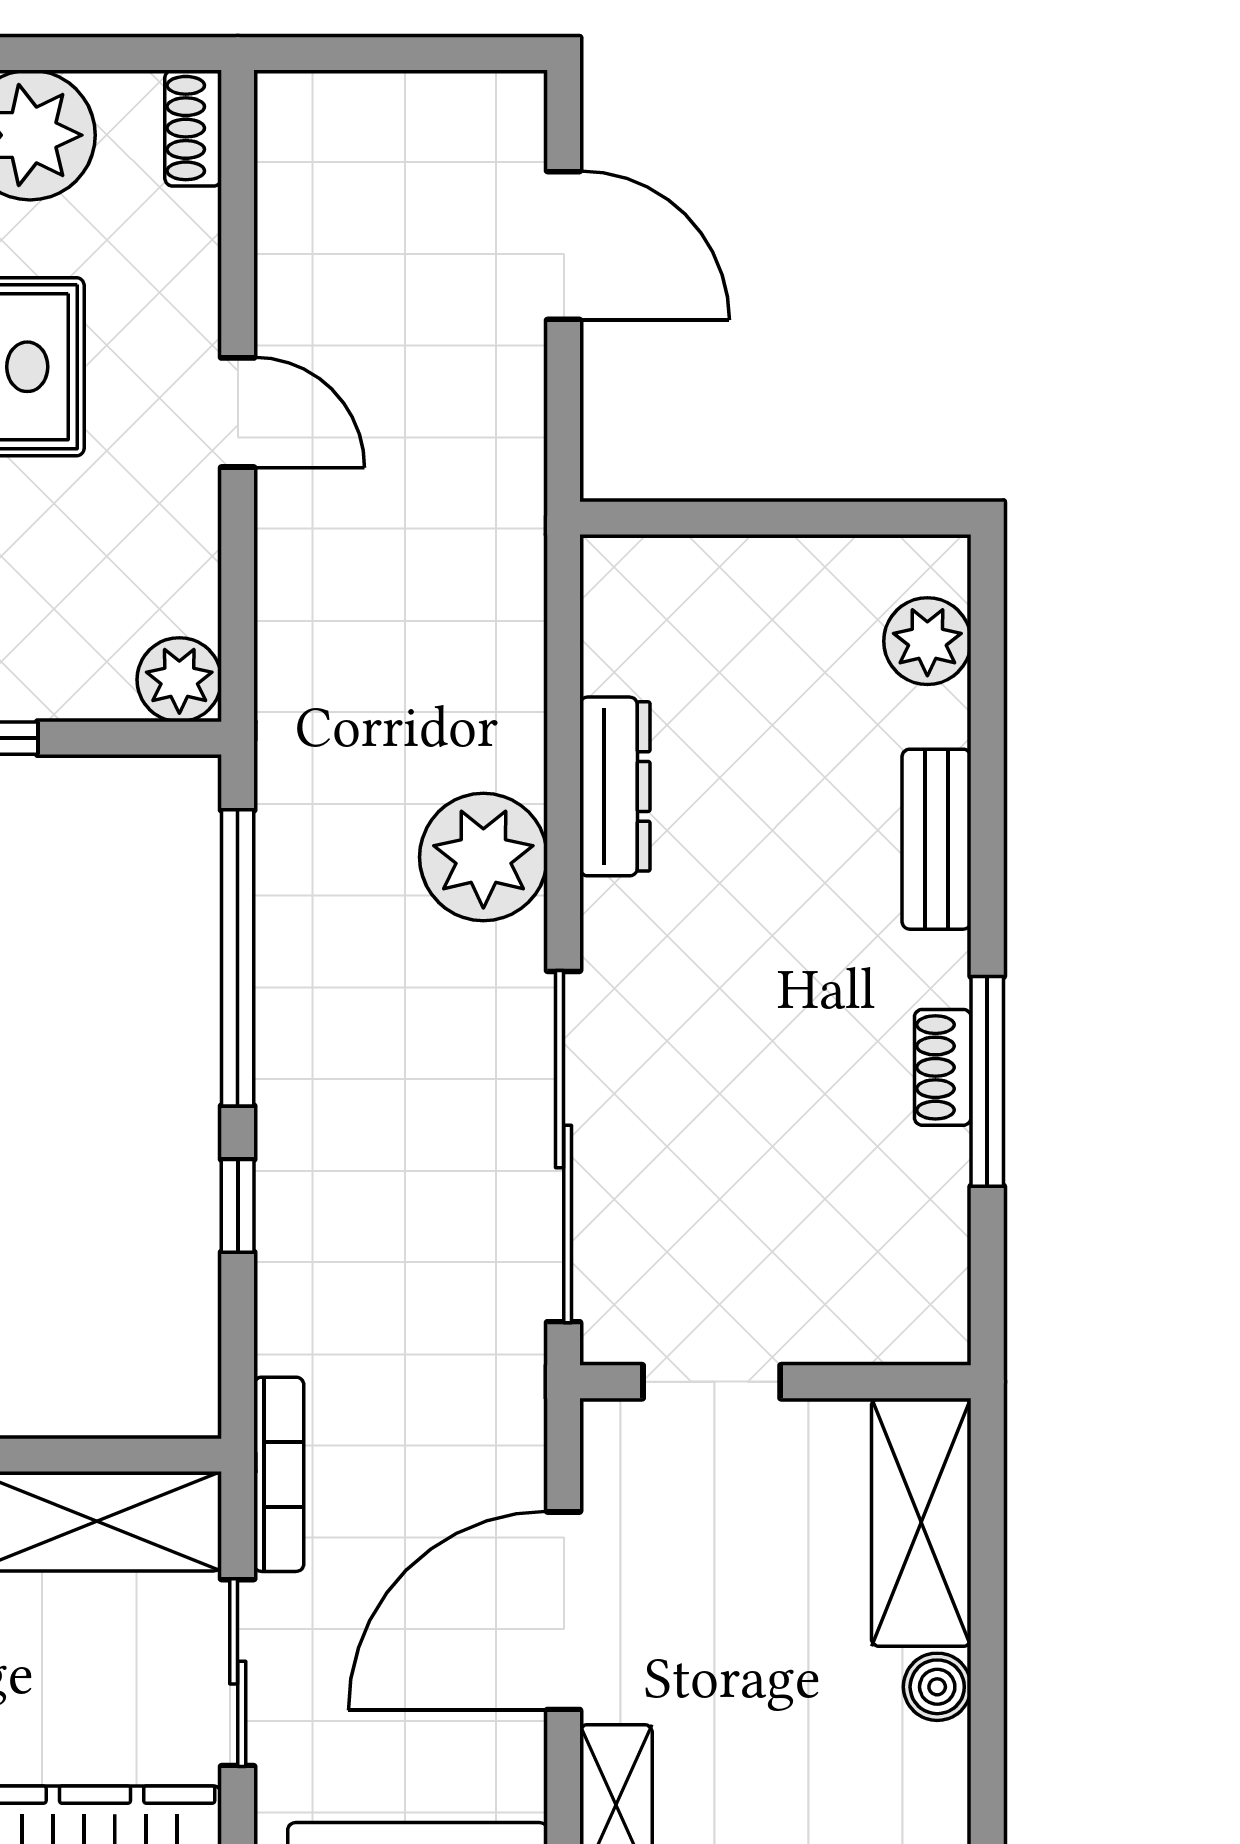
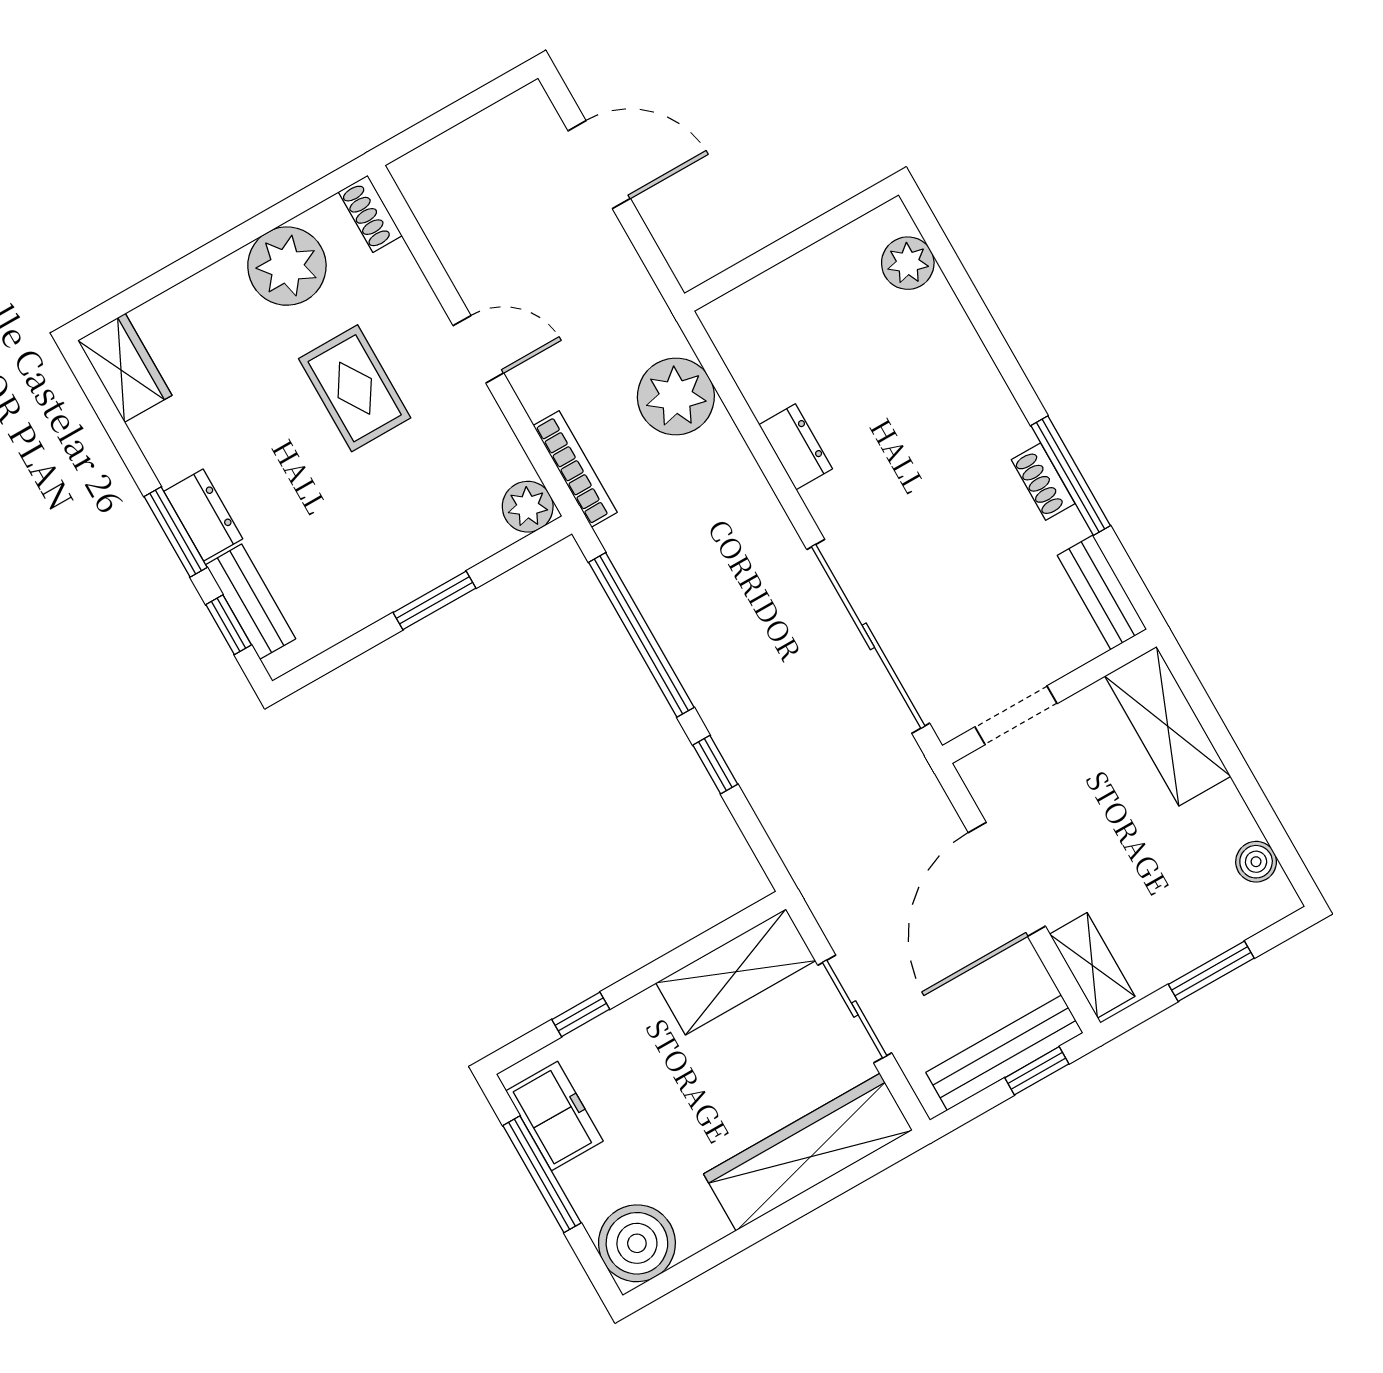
dresser: (615, 786) -> (796, 447), width x0.70
bench: (937, 839) -> (1102, 592), moved
plant: (483, 857) -> (676, 396), moved
bookcase: (279, 1474) -> (575, 469), moved
boiler: (937, 1687) -> (1256, 862), moved

